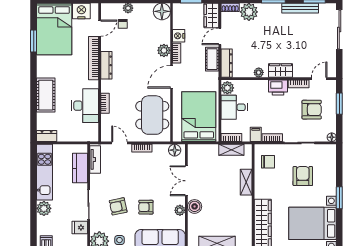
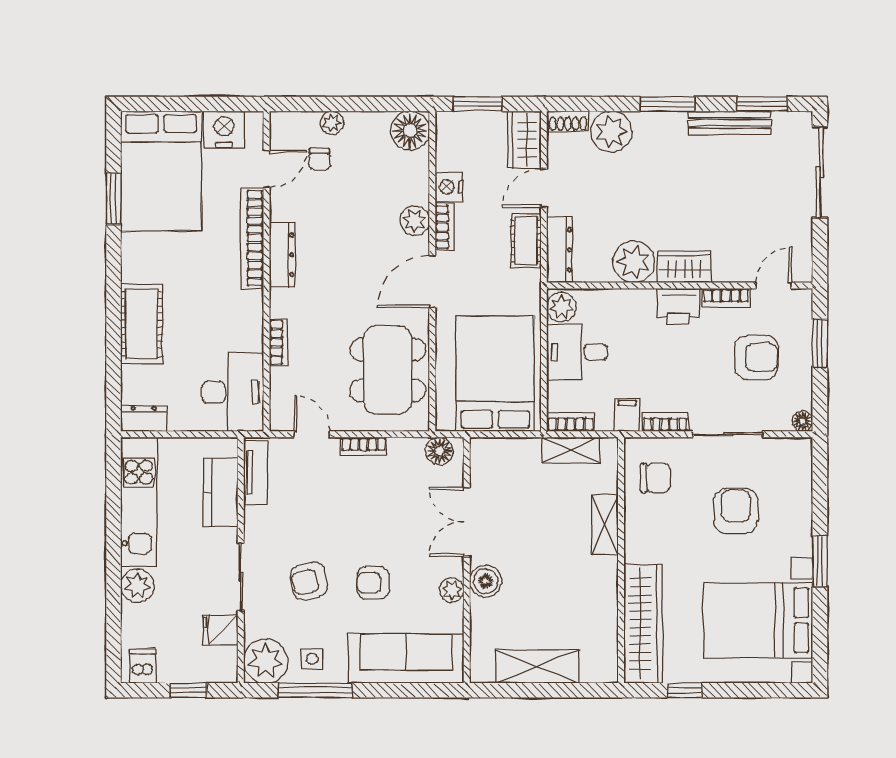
plant: (259, 72) -> (634, 262), width x1.88, depth x1.88
desk: (85, 106) -> (233, 392), moved

